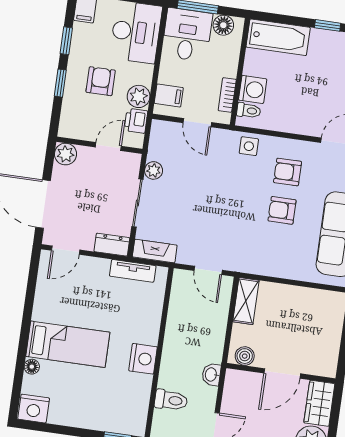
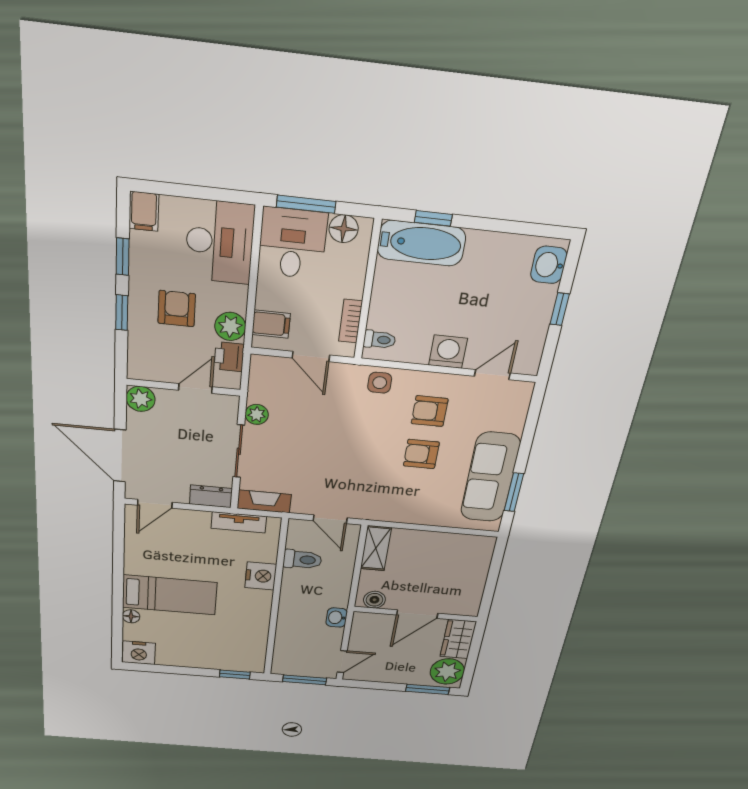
window: (328, 25) -> (433, 218), moved
washing machine: (253, 90) -> (448, 352), moved, turned -90
nightstand: (143, 359) -> (261, 576), moved
toilet: (171, 400) -> (302, 560), moved

